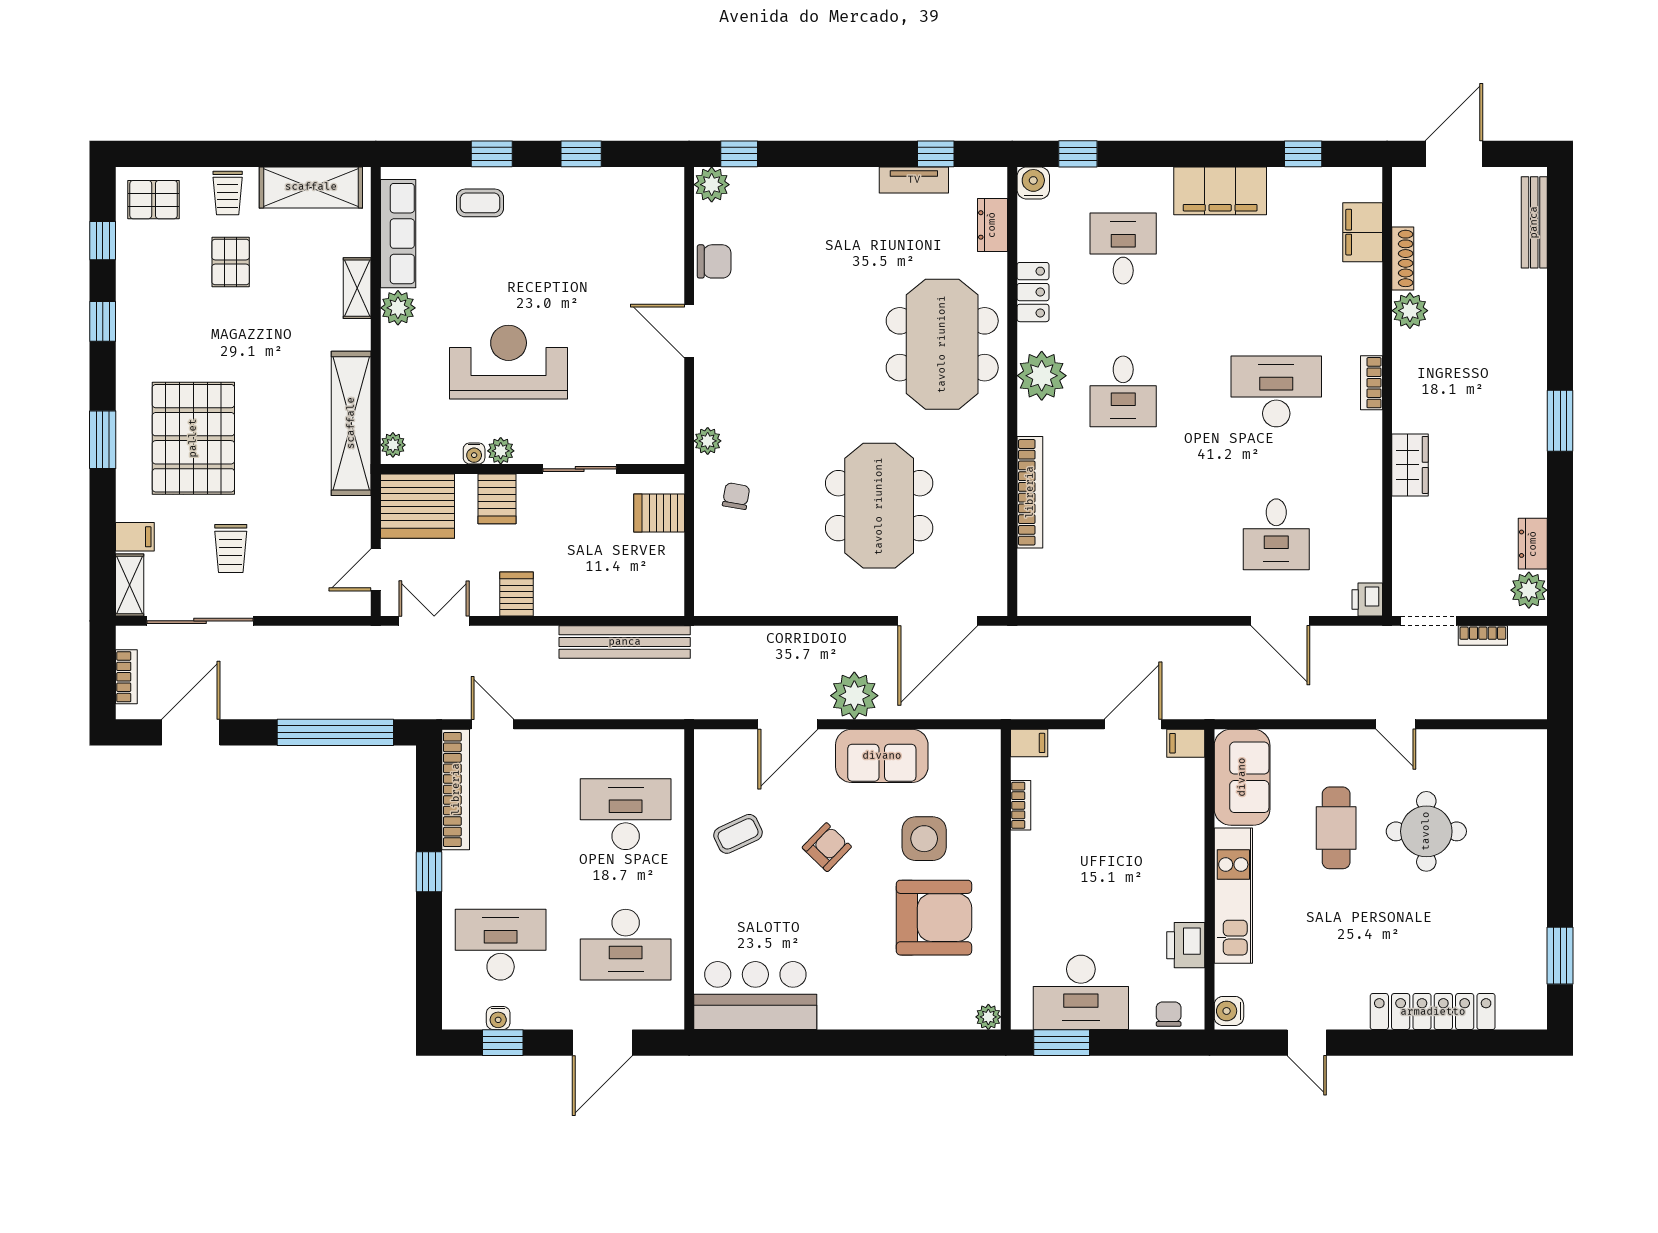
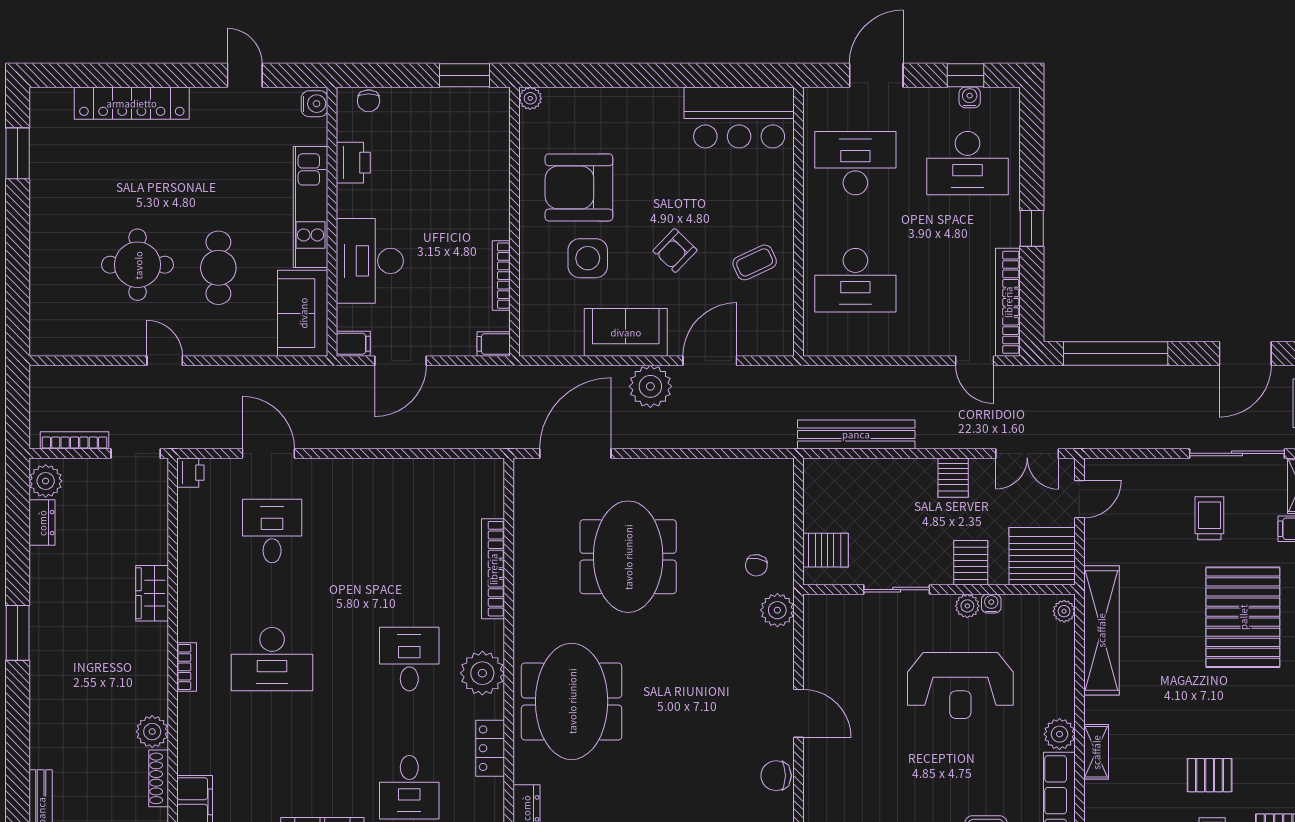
pallet: (231, 262) -> (1210, 775), turned 90
plant: (708, 441) -> (777, 610), width x1.38, depth x1.38
bookcase: (1483, 635) -> (74, 440), width x1.56
bookcase: (1021, 805) -> (501, 276), width x1.56
desk: (1081, 992) -> (370, 261), moved, turned -90

